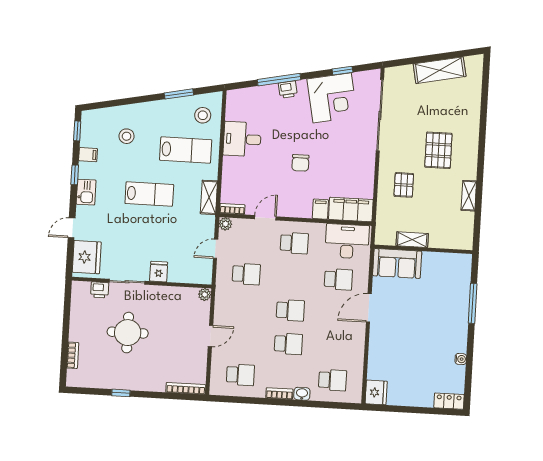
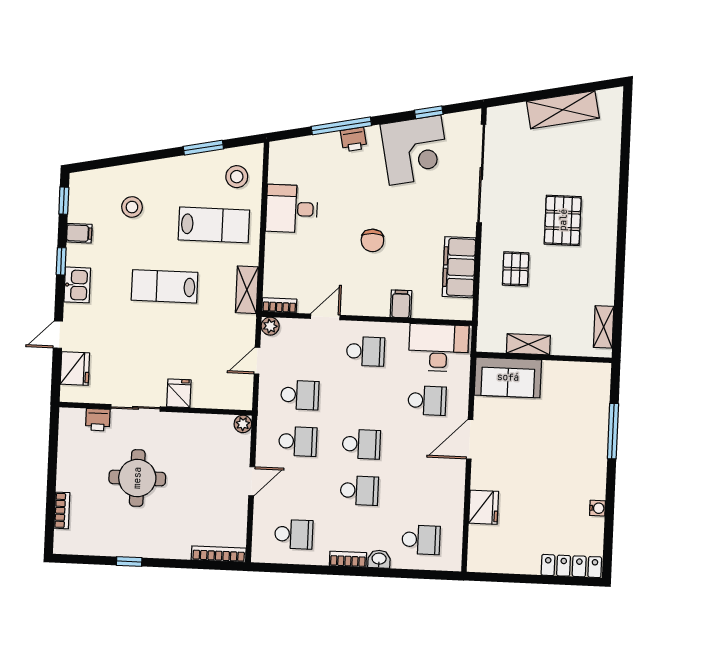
lab bench: (149, 194) -> (165, 286), turned 180
shelving: (469, 196) -> (604, 327), moved
filing cabinet: (351, 210) -> (459, 267), moved, turned -90
fridge: (87, 257) -> (75, 369), width x0.73, depth x0.75
school desk: (244, 308) -> (298, 441), added
fridge: (376, 392) -> (484, 507), moved
locker: (449, 401) -> (571, 566), width x1.53

